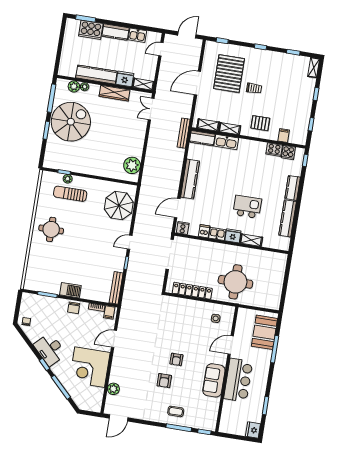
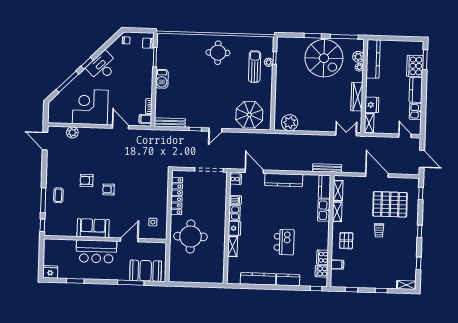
kitchen counter: (96, 75) -> (373, 59), moved
kitchen island: (247, 207) -> (284, 242), moved
door: (130, 242) -> (215, 130), swing flipped
chair: (74, 308) -> (148, 43), moved
door: (231, 345) -> (129, 240), hinge flipped

